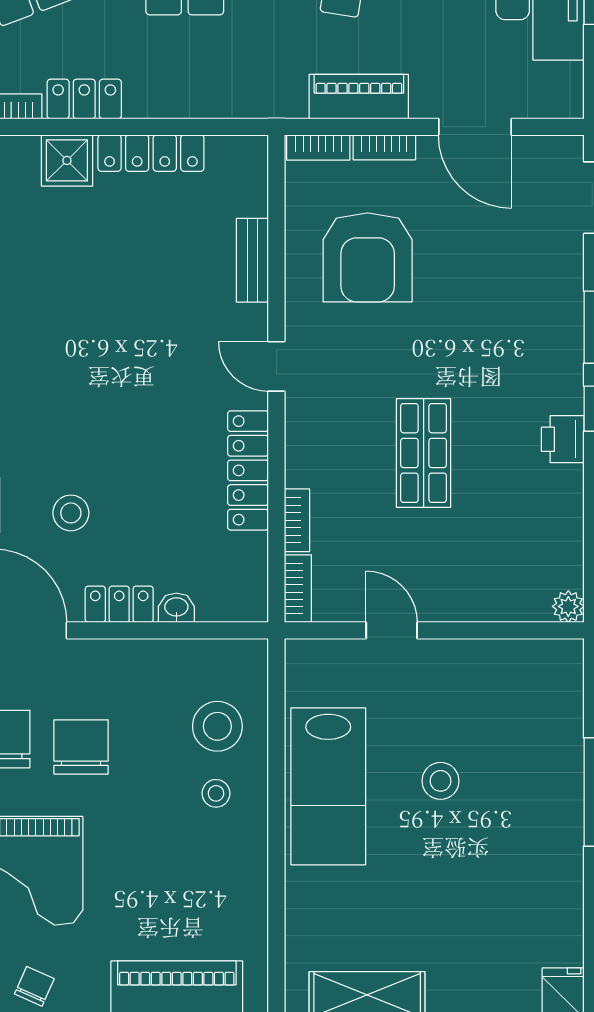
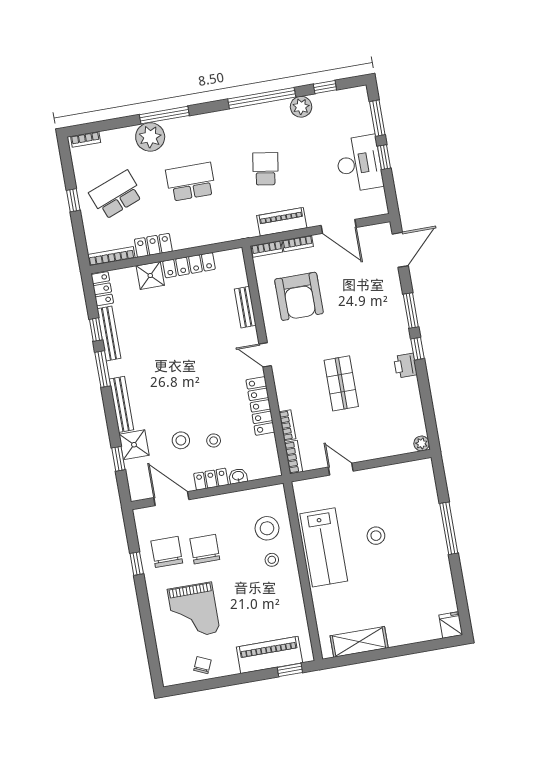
stool: (139, 525) -> (214, 440), added

